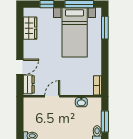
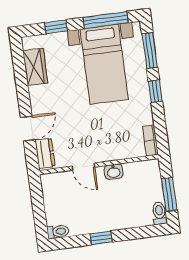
window: (105, 54) -> (155, 91), added
door: (52, 96) -> (83, 167), swing flipped
washbasin: (81, 102) -> (114, 172), moved

